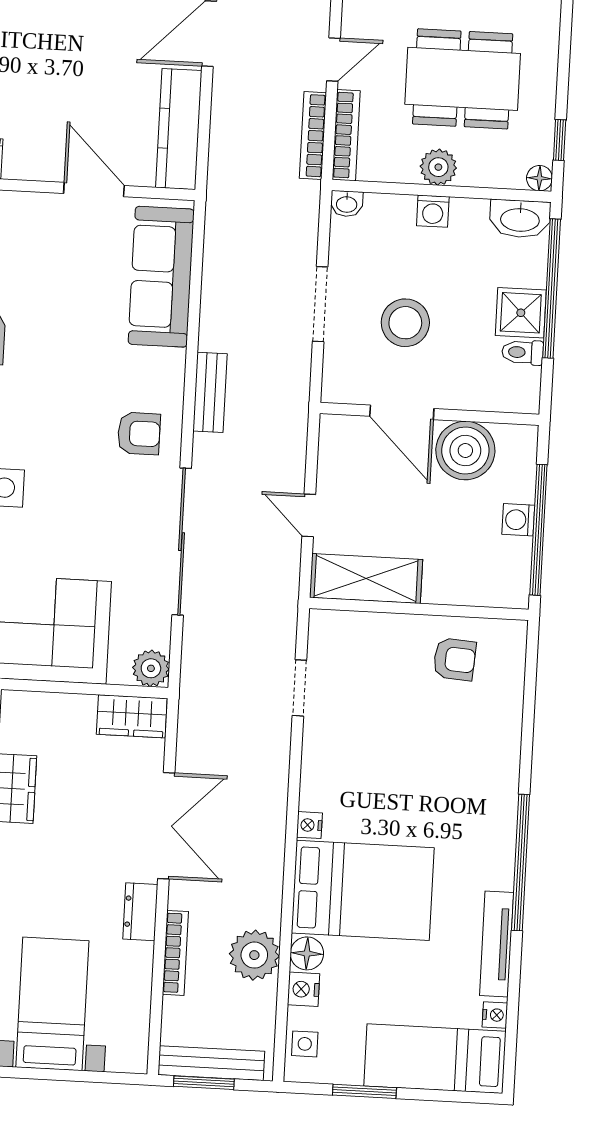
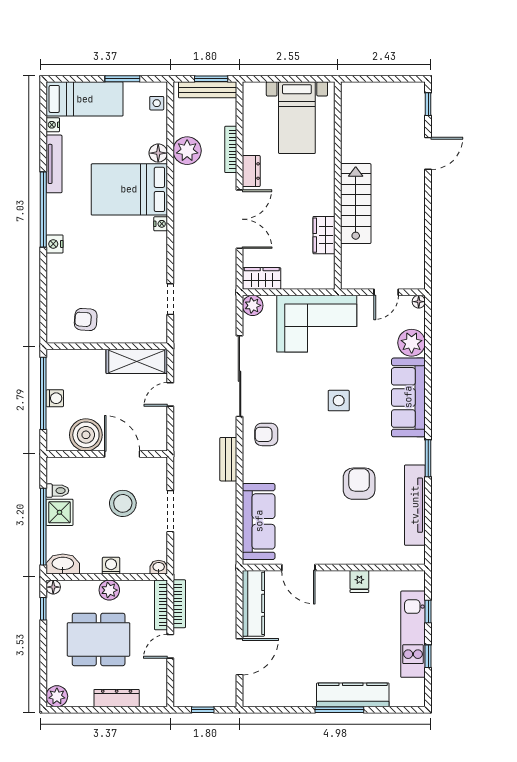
door: (309, 515) -> (170, 394), swing flipped
double door: (166, 826) -> (240, 219), swing flipped
nightstand: (304, 989) -> (55, 244), moved, turned 180

